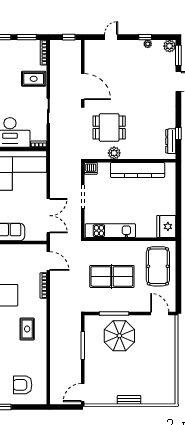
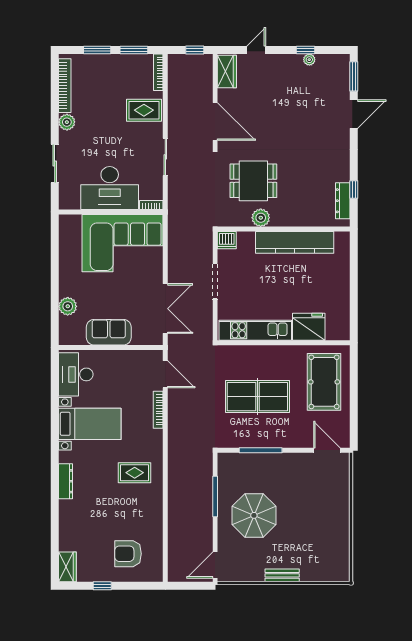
plant: (170, 46) -> (341, 63), removed
wardrobe: (91, 52) -> (227, 71), added
fridge: (166, 227) -> (309, 327), moved, turned 90
rug: (27, 329) -> (135, 473), turned 90
parasol: (119, 336) -> (254, 515), moved

